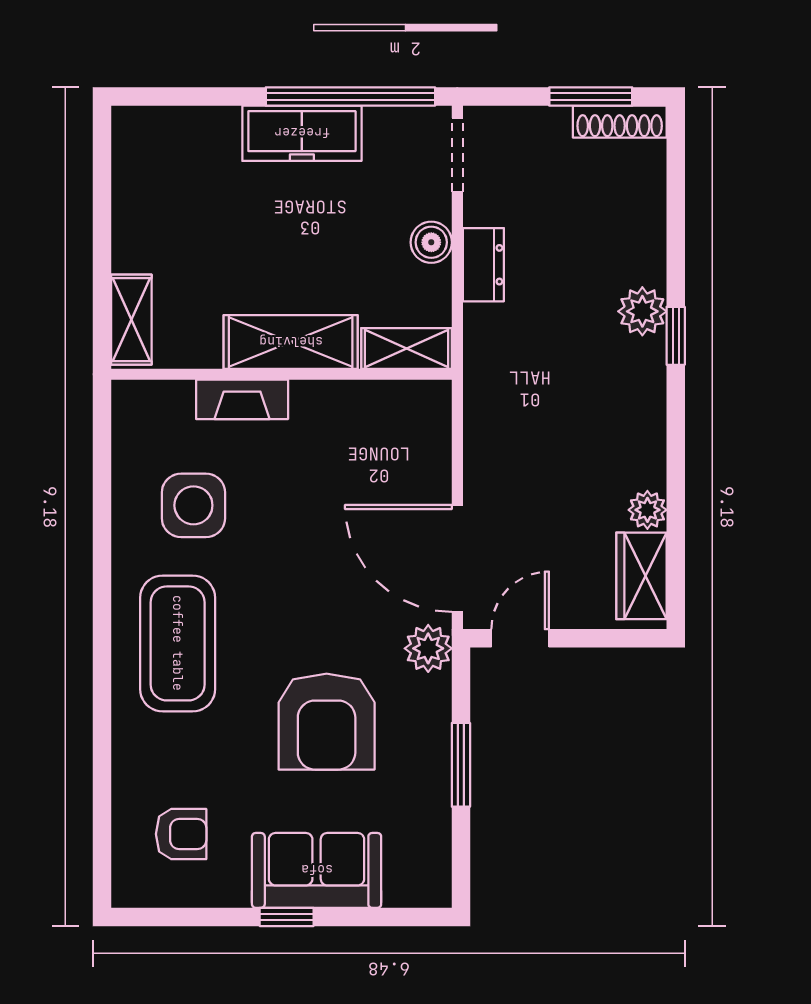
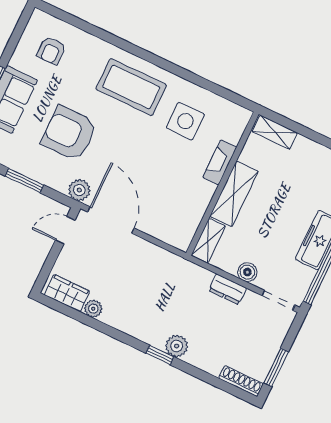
shoe rack: (620, 122) -> (241, 381), moved, turned 90
door: (457, 558) -> (111, 220), hinge flipped
door: (520, 638) -> (65, 230), swing flipped

